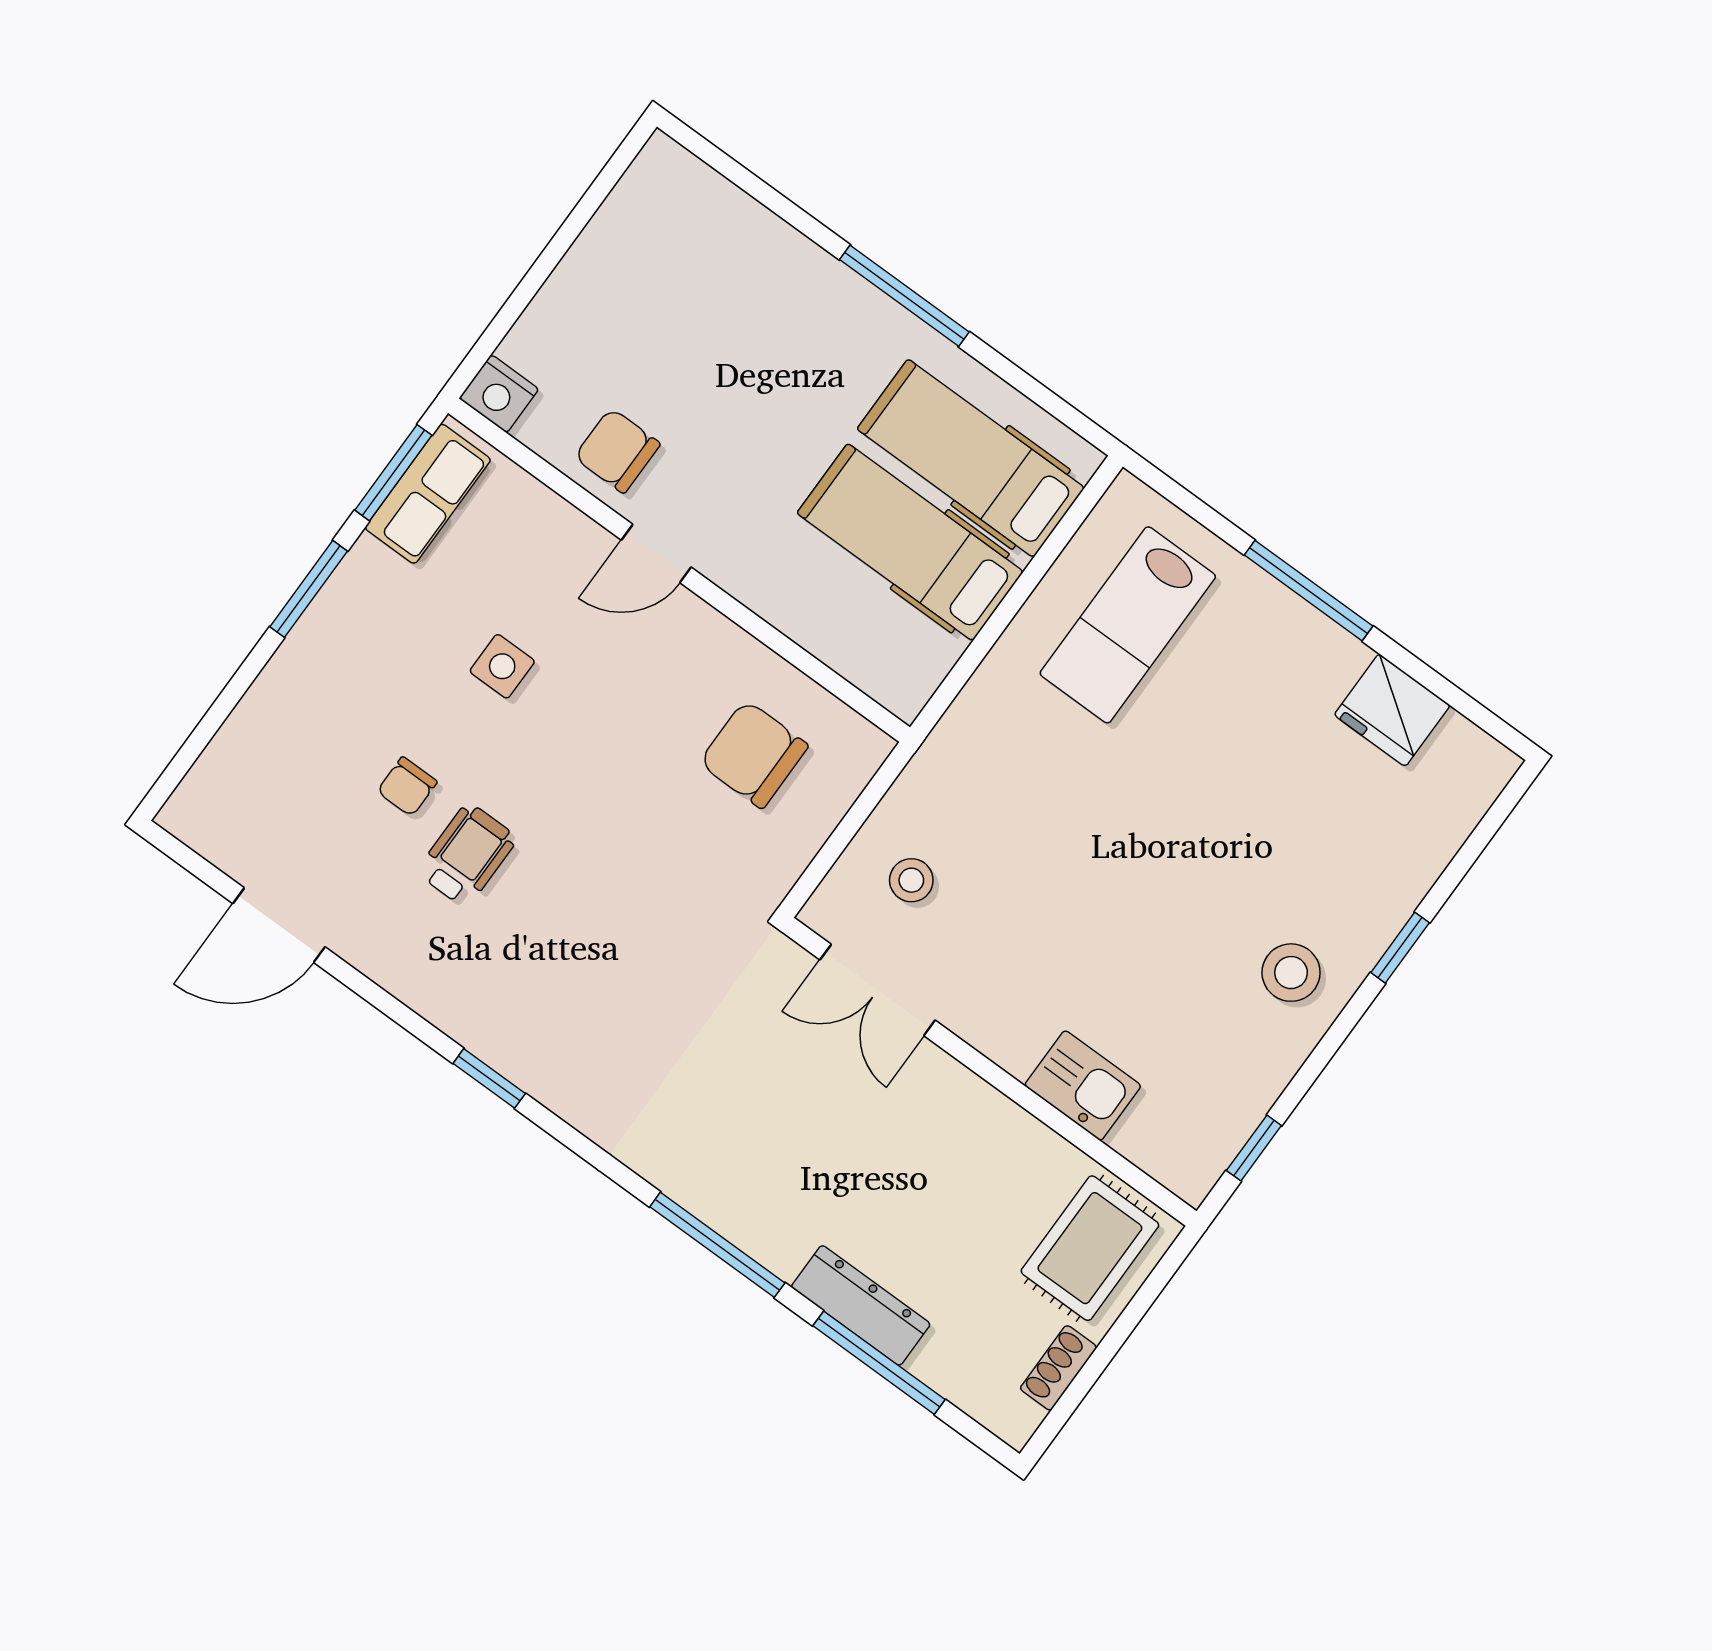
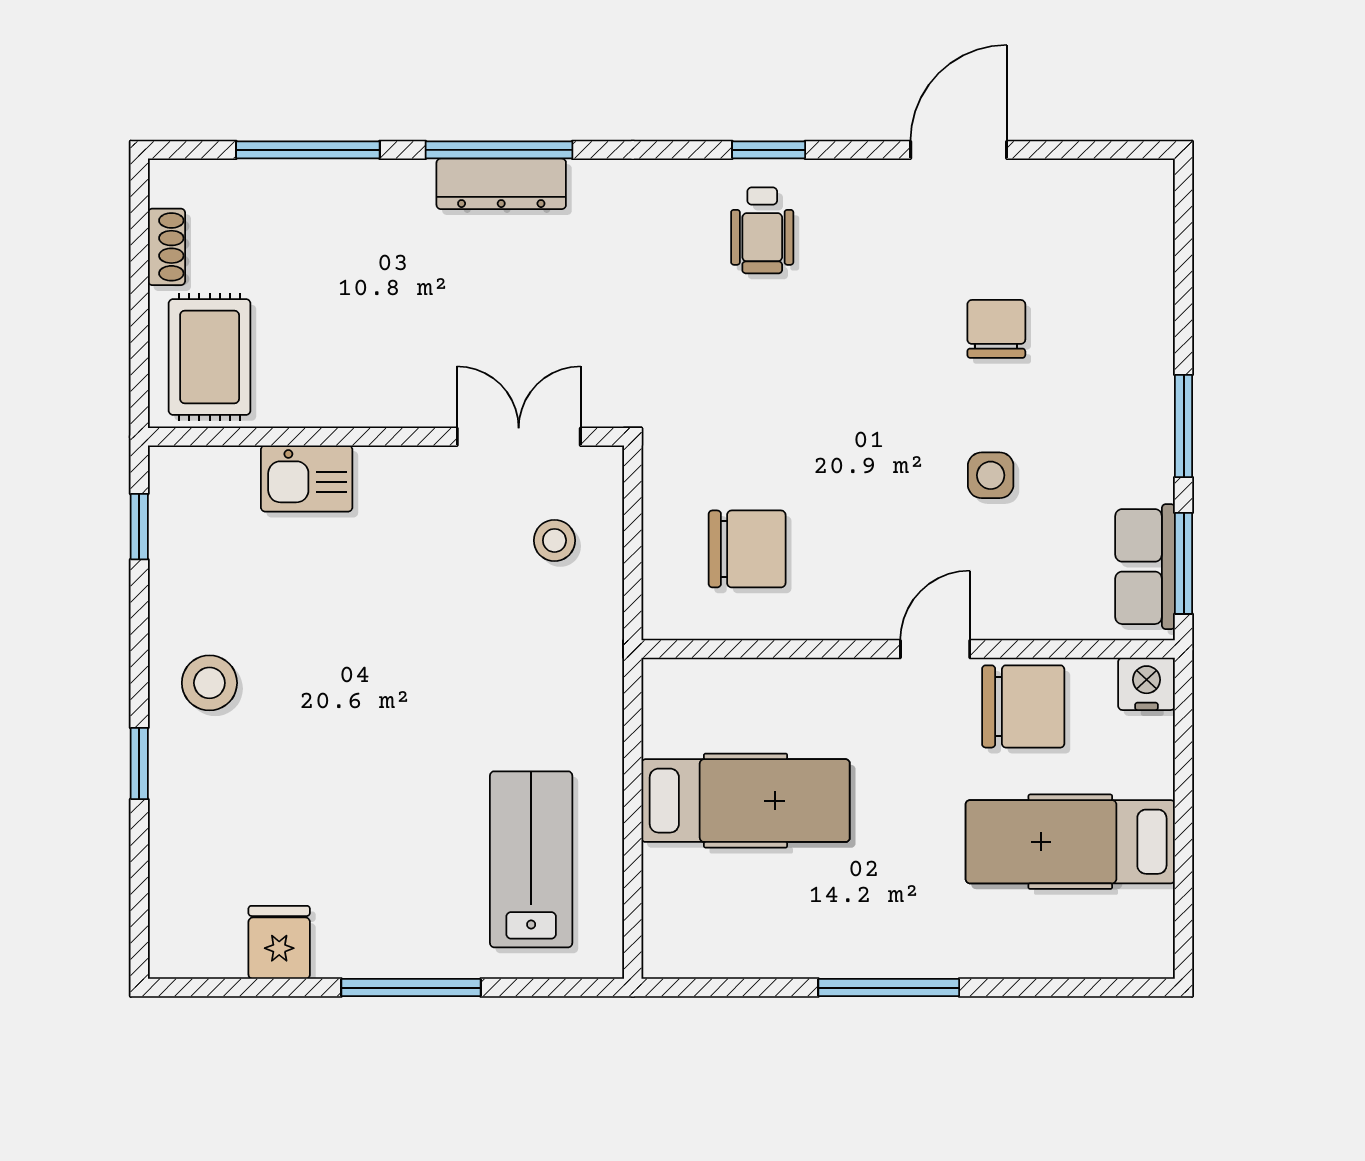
chair: (617, 451) -> (1023, 706), width x1.37, depth x1.37
hospital bed: (971, 458) -> (1070, 842), moved, turned 180
fridge: (1392, 710) -> (279, 942), width x0.72
chair: (407, 787) -> (996, 329), width x1.37, depth x1.37
wheelchair: (467, 855) -> (762, 230), moved
door: (279, 925) -> (959, 150), moved
dresser: (861, 1305) -> (501, 184), moved

